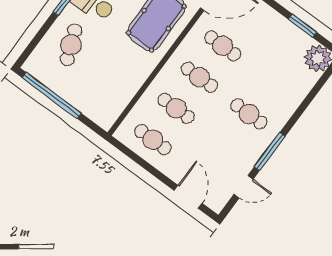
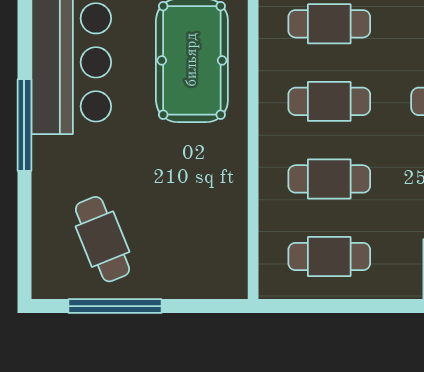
cafe table: (71, 45) -> (102, 239), moved
window: (52, 95) -> (115, 306), width x0.68

